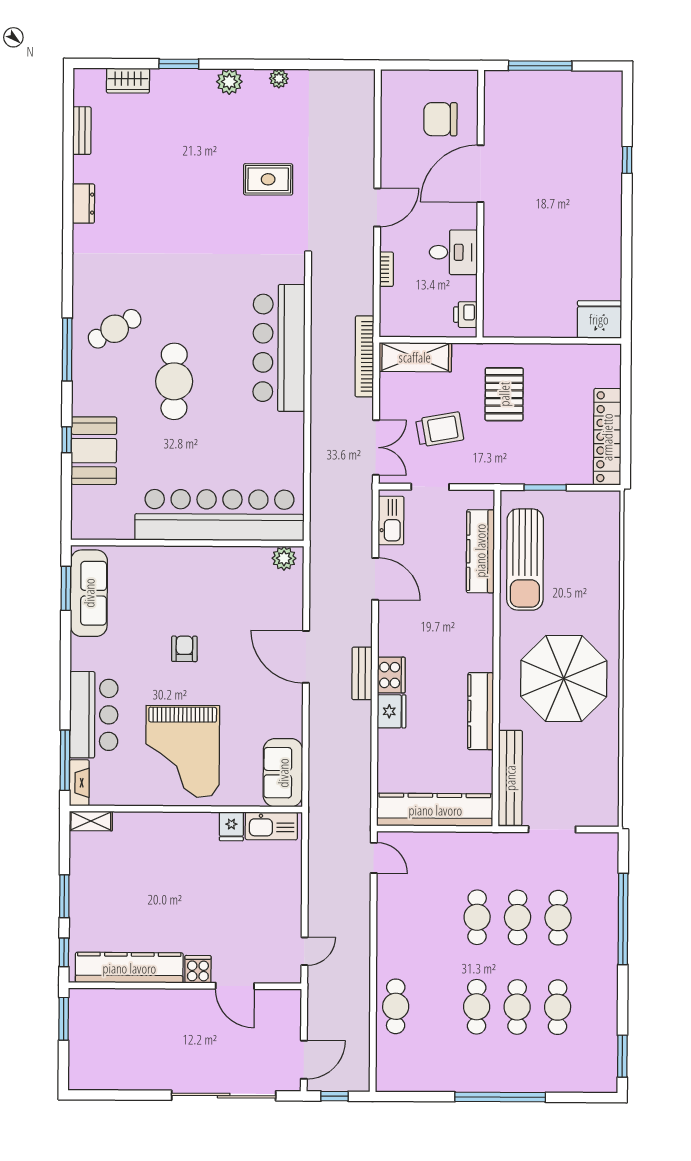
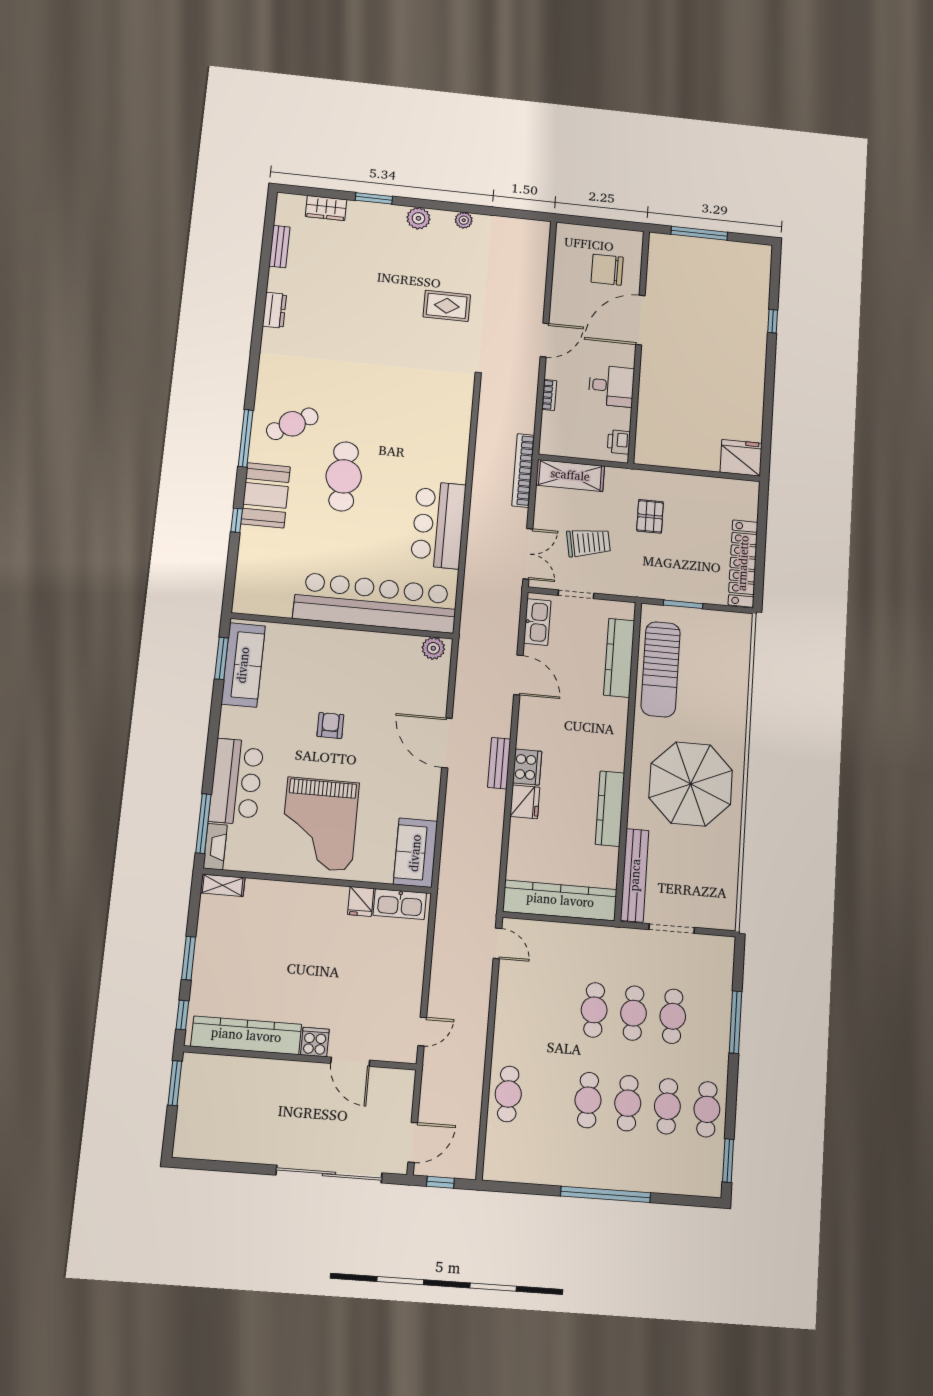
bar counter: (279, 348) -> (438, 525), moved, width x0.73
pallet: (504, 394) -> (650, 516), width x0.67, depth x0.71
booth: (94, 451) -> (266, 495), moved
window: (623, 919) -> (735, 1022), width x0.68
cafe table: (598, 1007) -> (707, 1109), added

